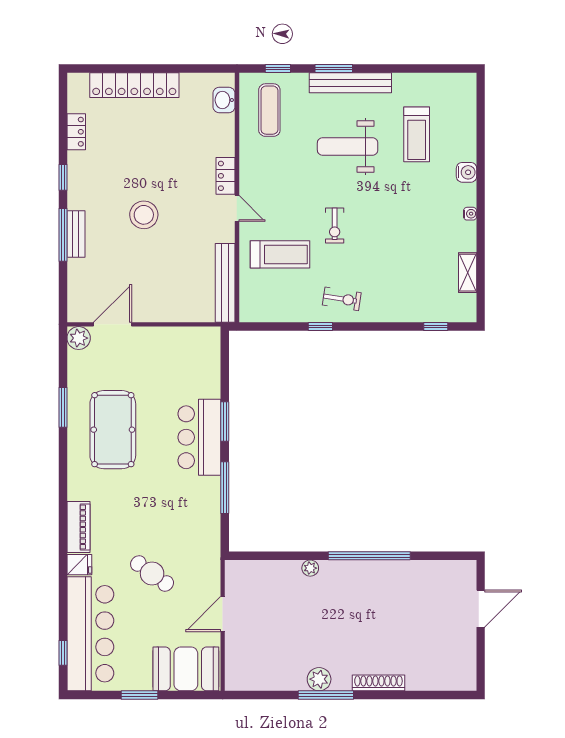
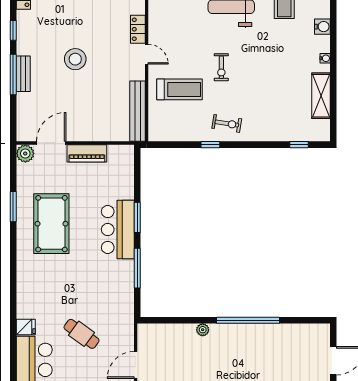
shelving: (468, 273) -> (321, 96), width x1.50, depth x1.33
piano: (78, 527) -> (87, 153), moved, turned 90

